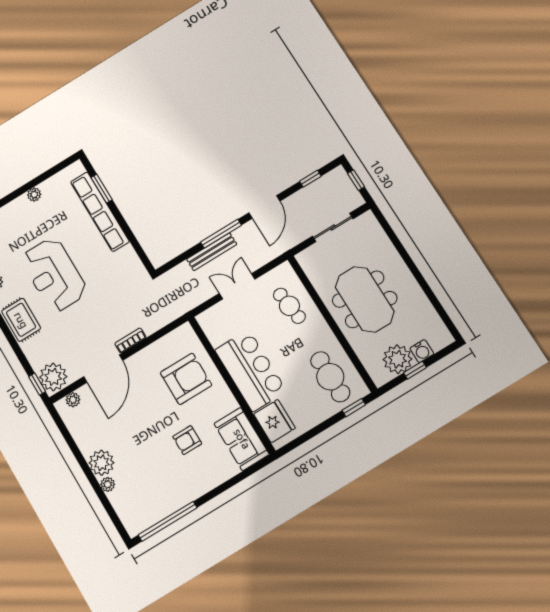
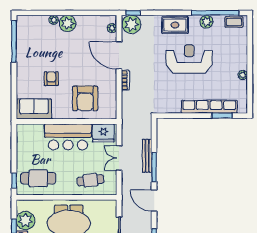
double door: (237, 286) -> (119, 158), swing flipped
fridge: (274, 421) -> (103, 133), moved

